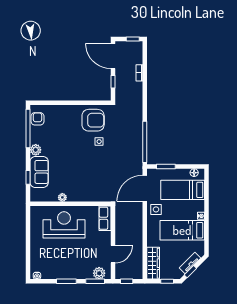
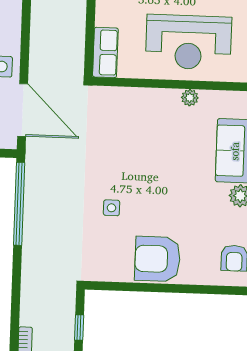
armchair: (93, 120) -> (157, 259), moved
door: (145, 188) -> (23, 110), hinge flipped

